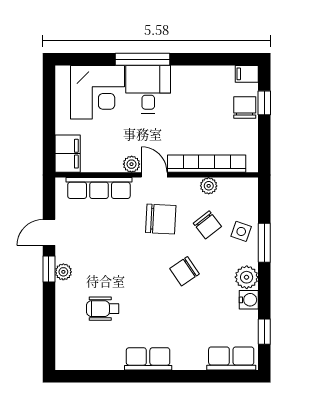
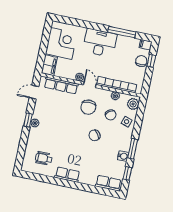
window: (143, 59) -> (122, 32), moved
desk: (148, 89) -> (100, 43), width x1.37
corner desk: (97, 92) -> (61, 43), moved, turned -90
chair: (161, 219) -> (88, 107), turned 87
door: (49, 232) -> (34, 92), moved
window: (264, 243) -> (133, 149), moved
plant: (247, 277) -> (133, 104), moved
wheelchair: (103, 309) -> (44, 158), moved

